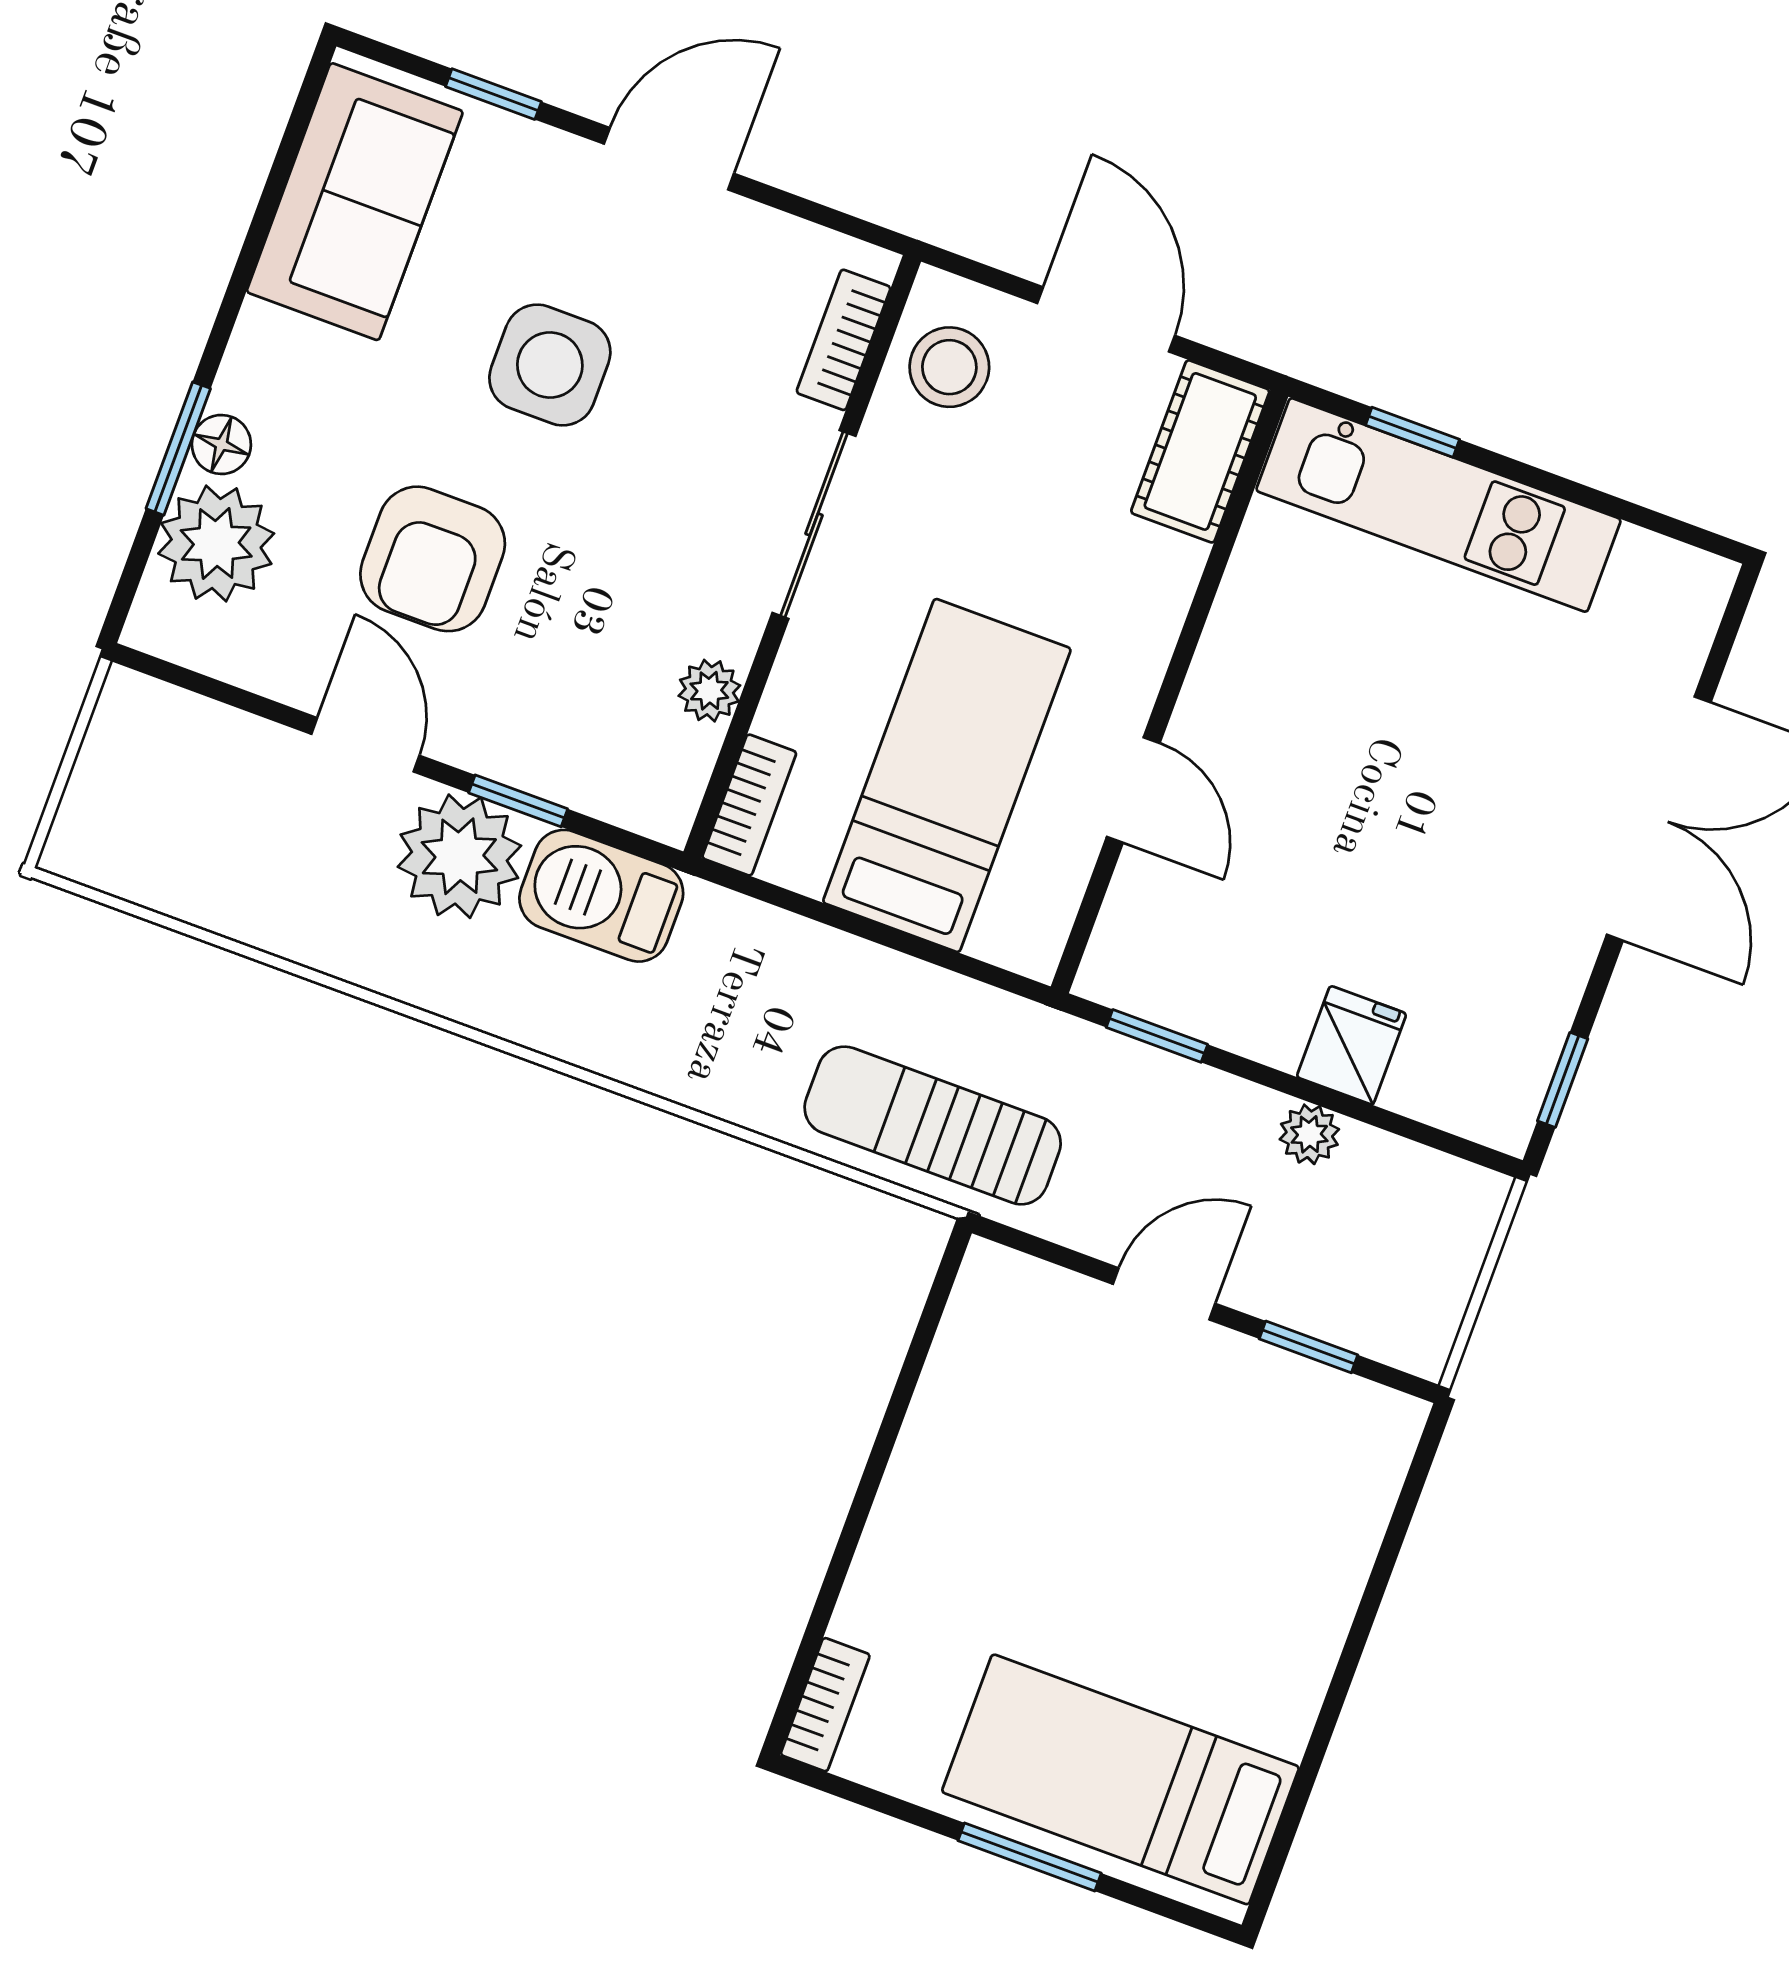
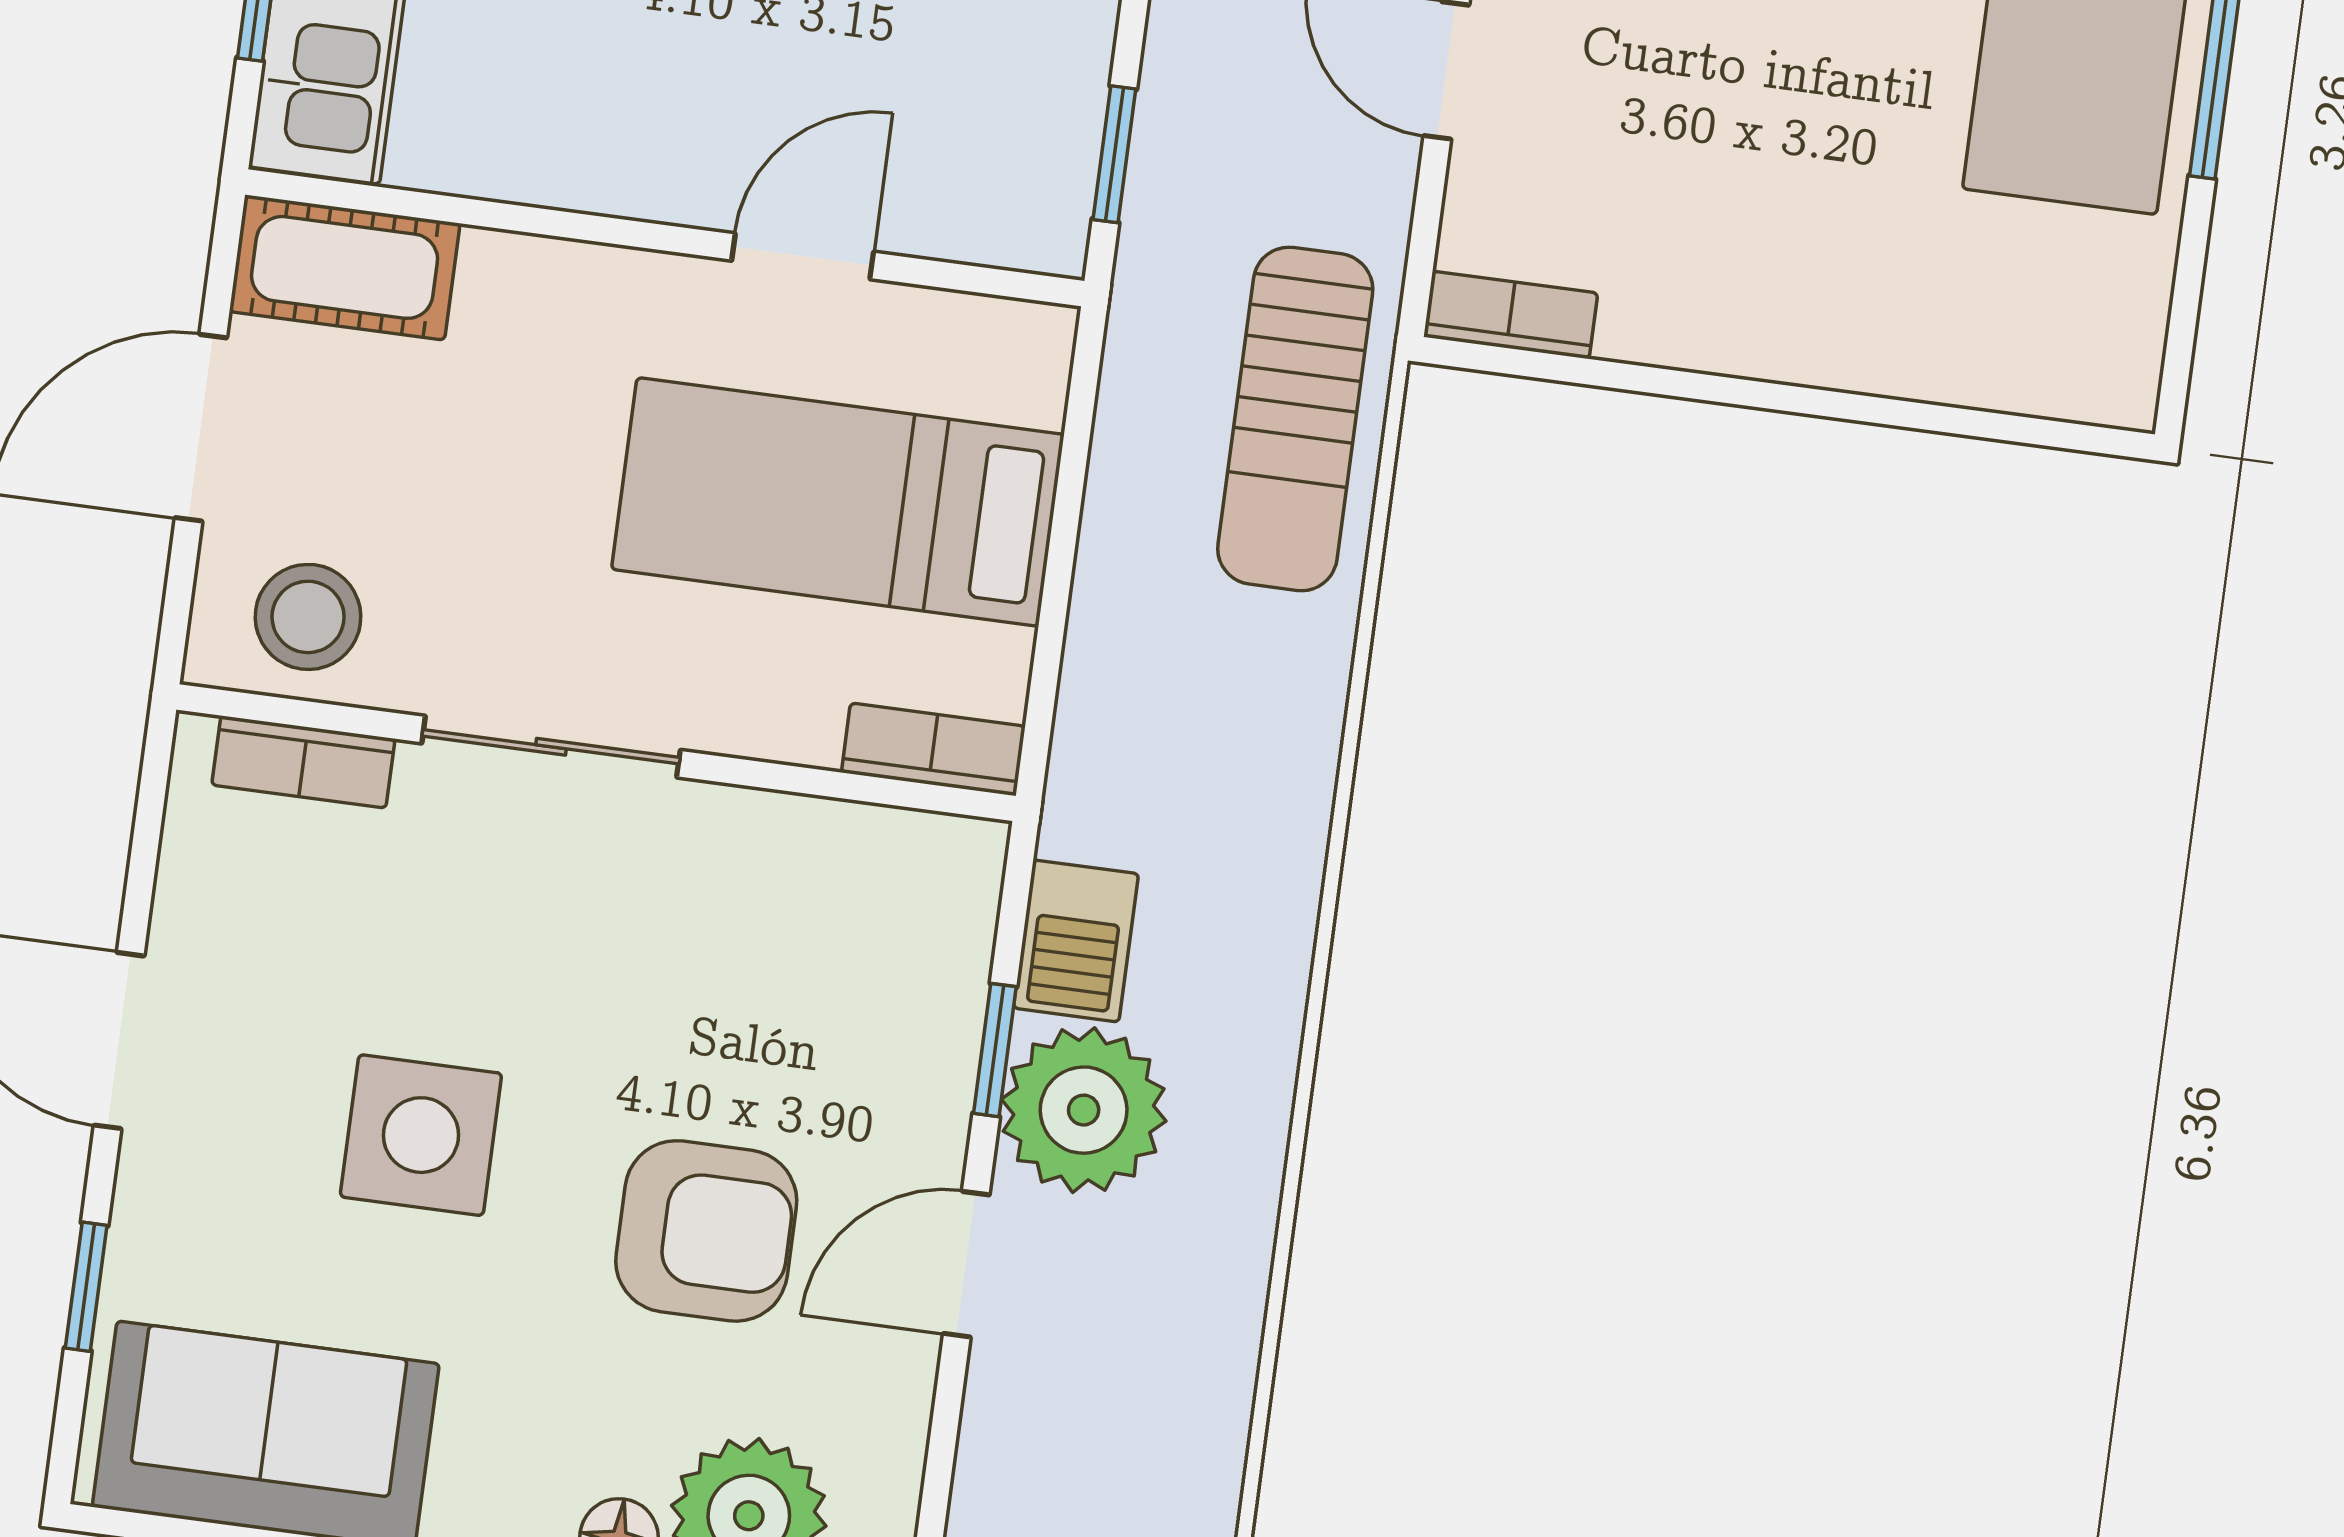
plant: (709, 691) -> (797, 834), removed
barbecue: (601, 896) -> (1076, 941), width x0.73, depth x0.79
bookcase: (825, 1705) -> (1511, 315), moved

